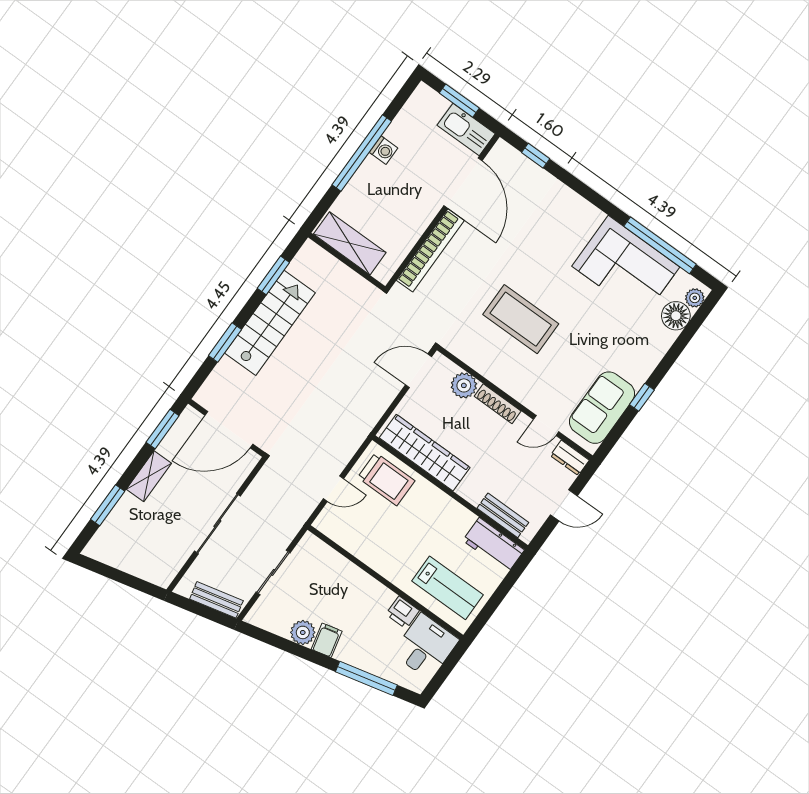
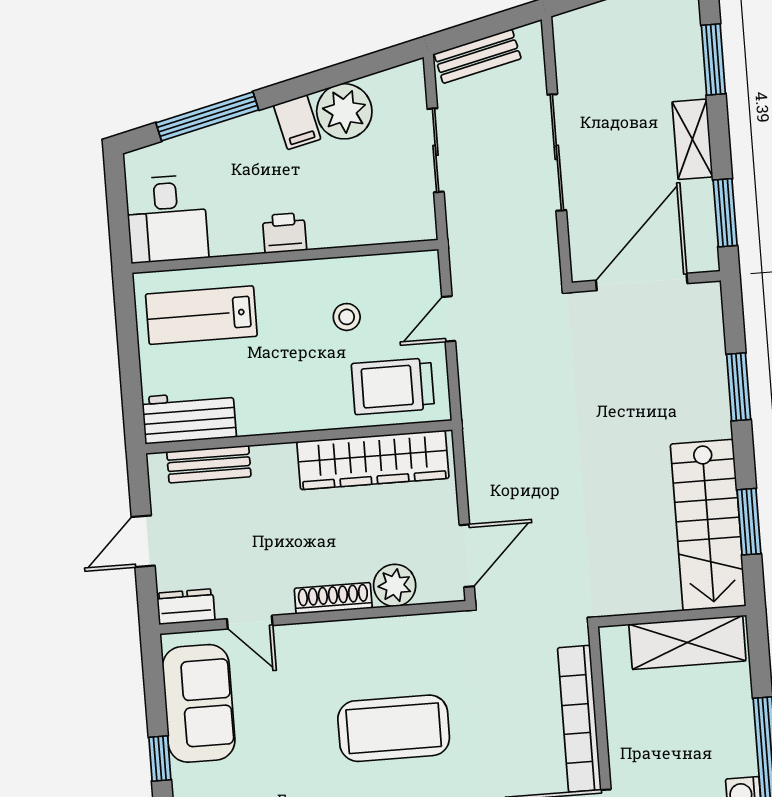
stairs: (270, 323) -> (708, 525), moved
door: (546, 425) -> (250, 622), swing flipped
stool: (380, 530) -> (347, 317), added
printer: (403, 612) -> (284, 233), moved
plant: (303, 632) -> (344, 111), width x1.36, depth x1.36

